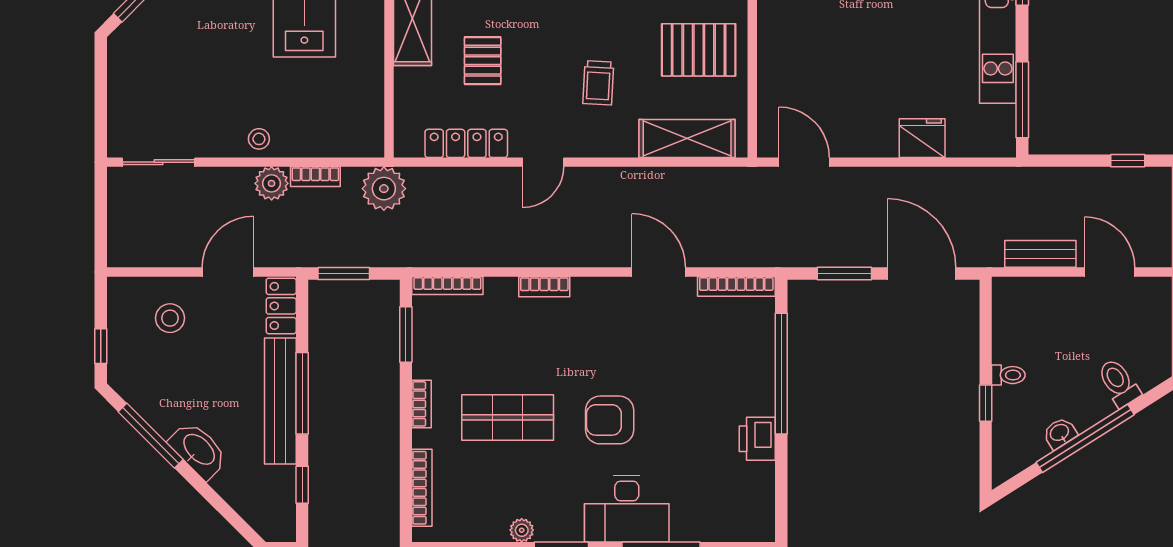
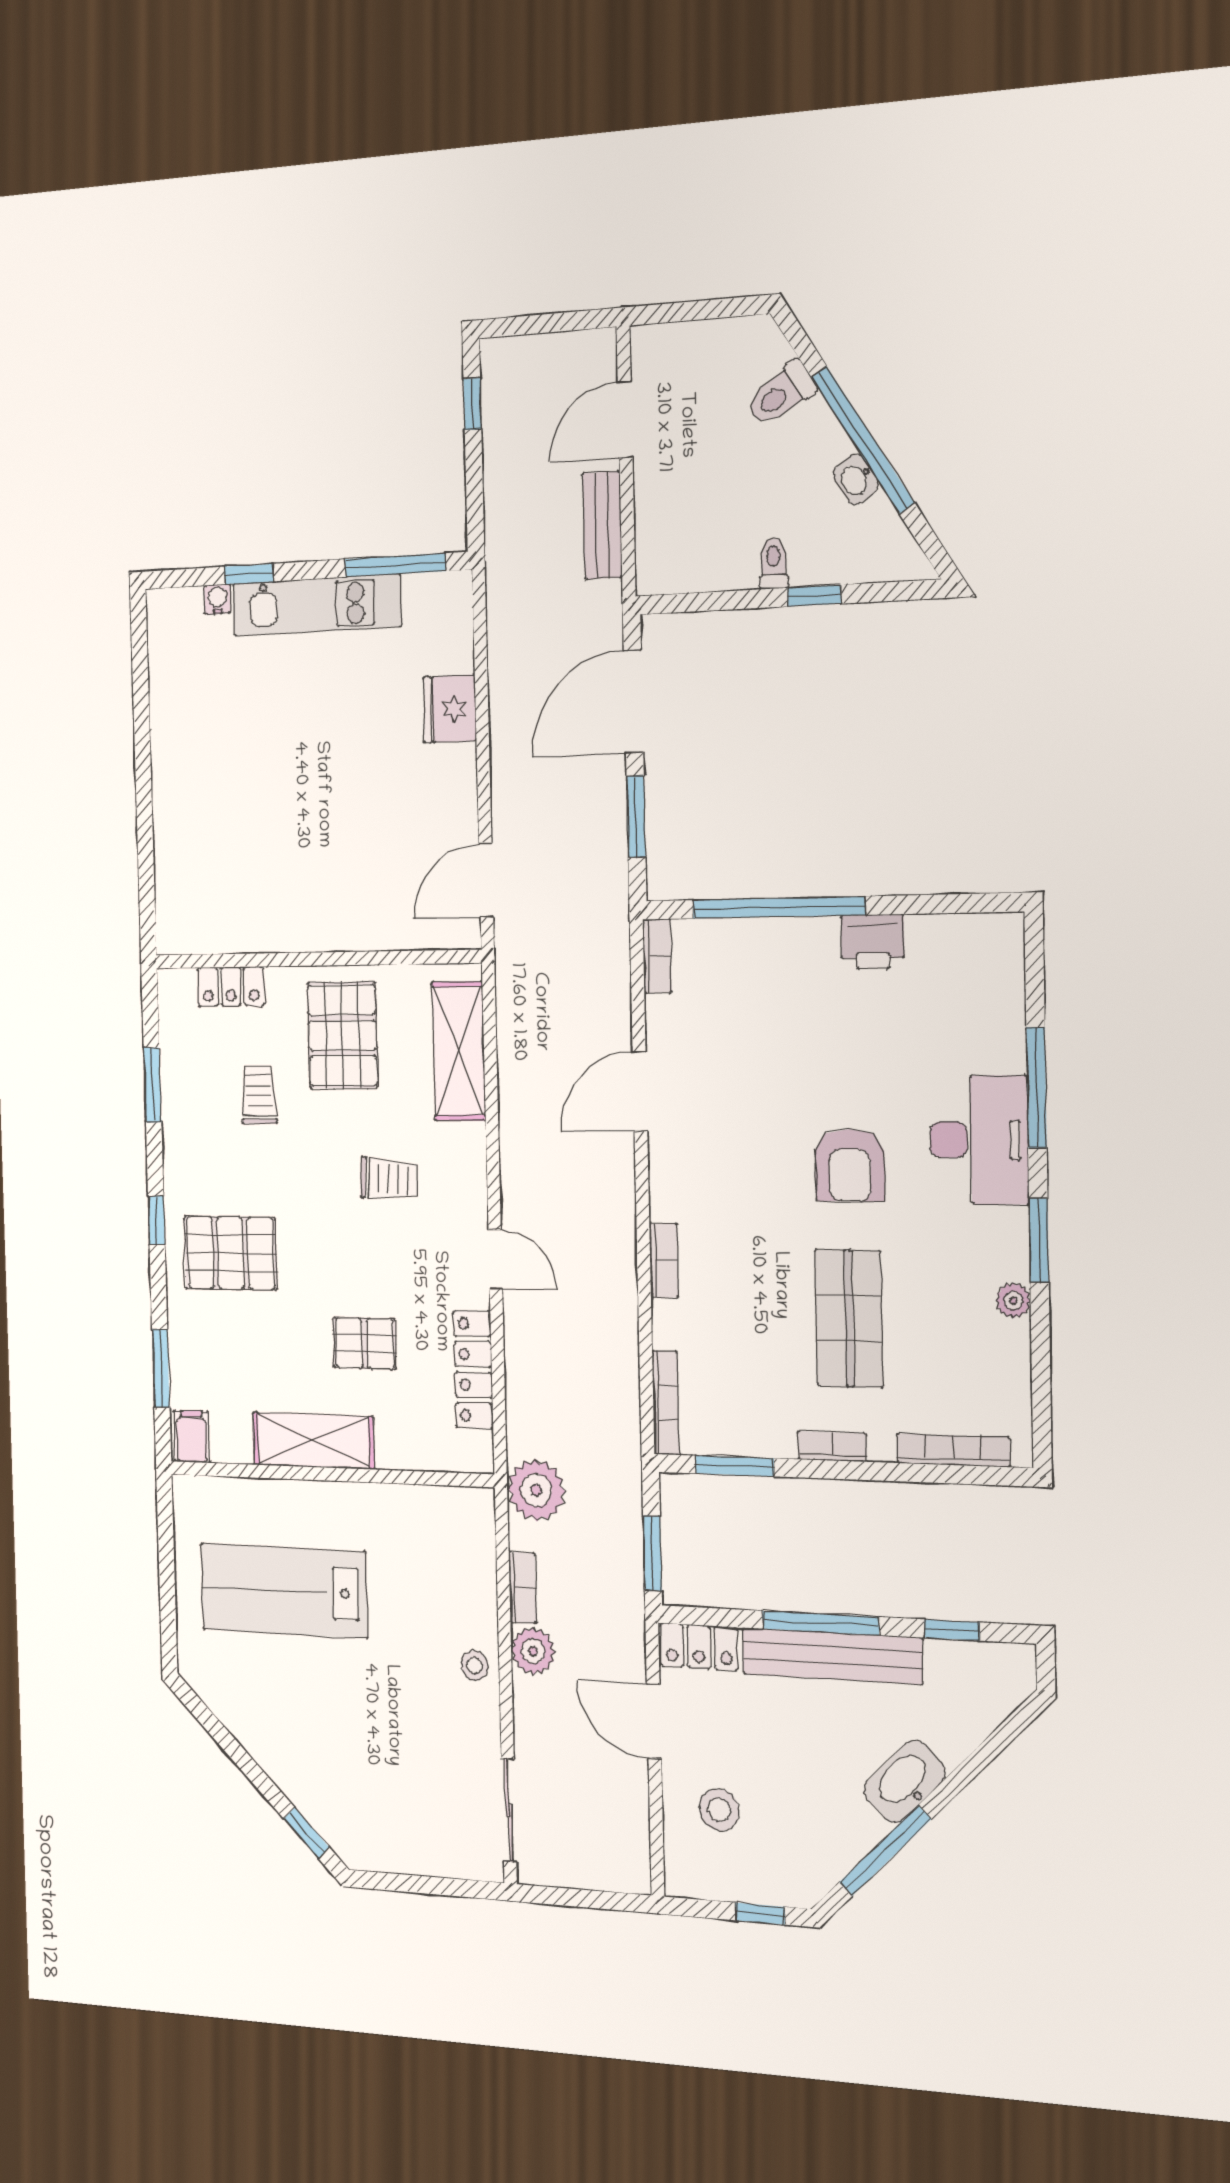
bookcase: (736, 286) -> (657, 956), width x0.64

